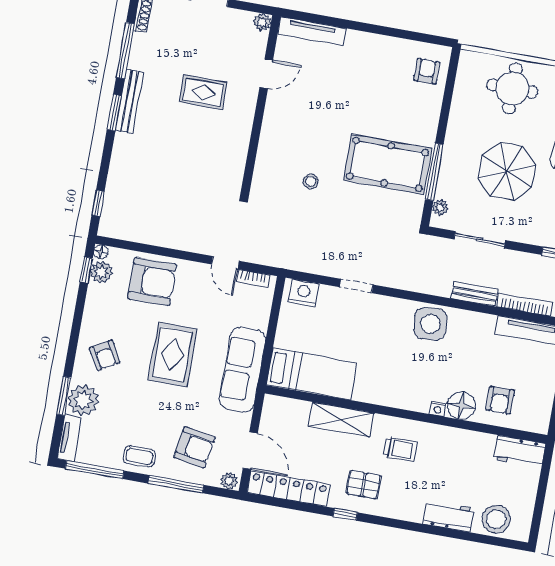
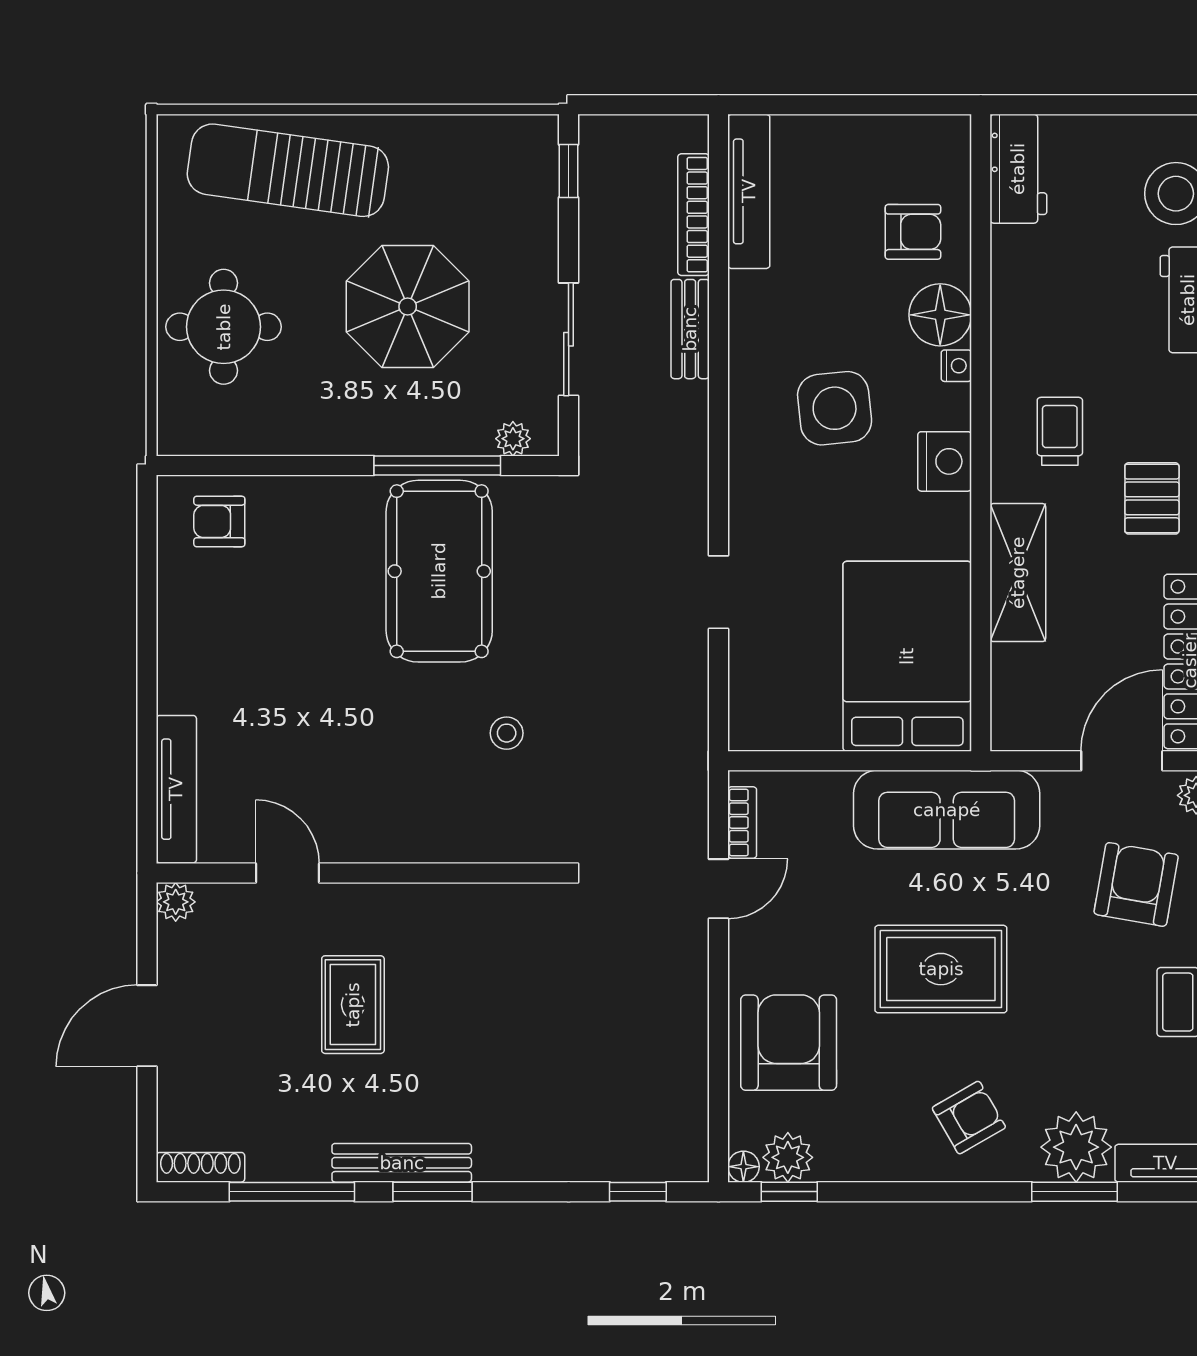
nightstand: (304, 293) -> (945, 461), moved, turned 180
side table: (430, 324) -> (835, 408), moved
bed: (311, 374) -> (907, 656), width x1.50

